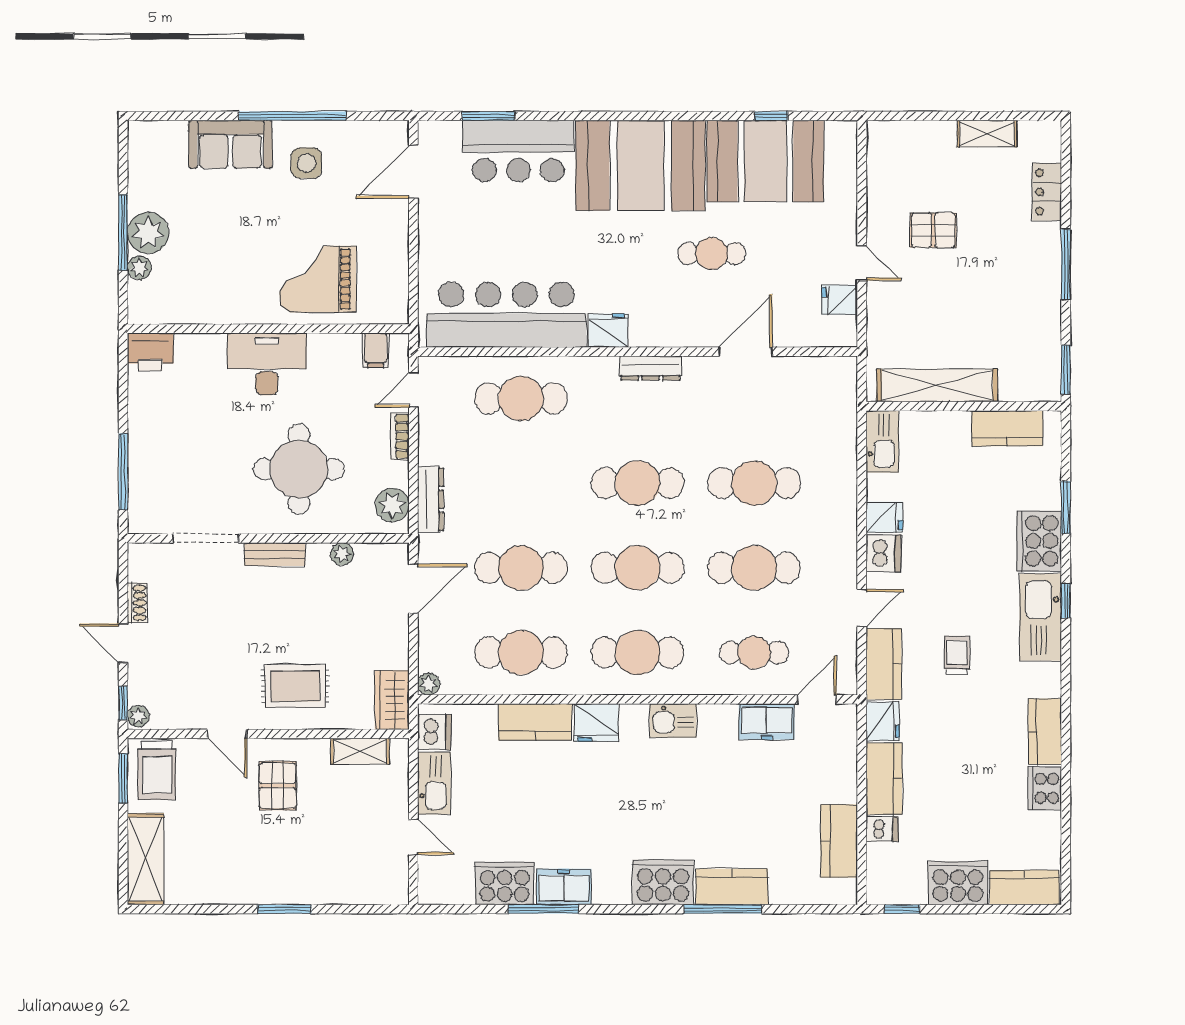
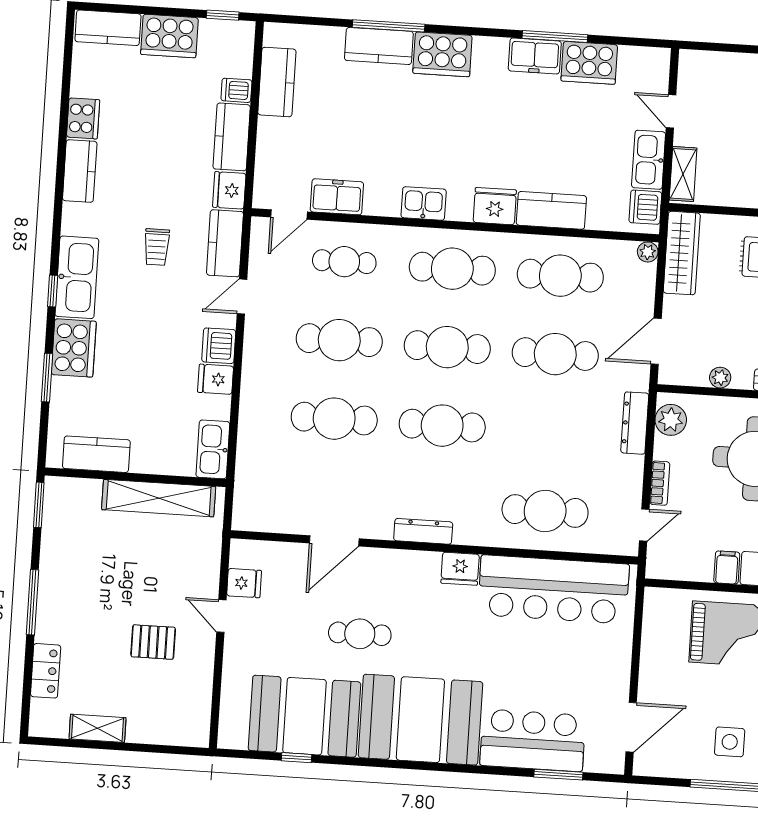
filing cabinet: (376, 350) -> (727, 567), moved
wardrobe: (392, 700) -> (682, 253), width x1.50
shelving: (360, 751) -> (683, 174), moved, turned 90

